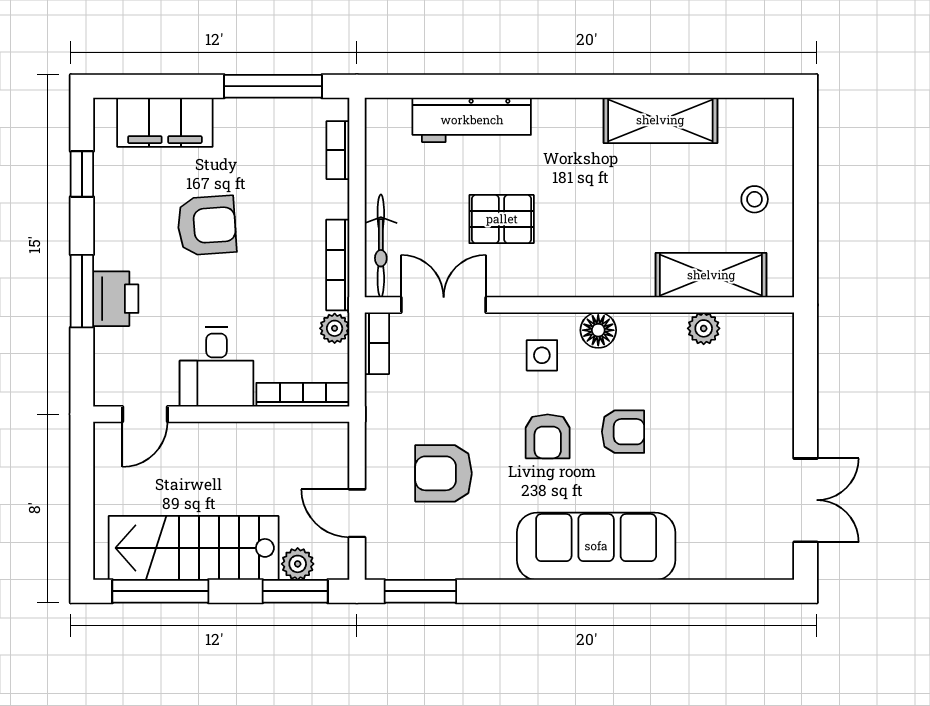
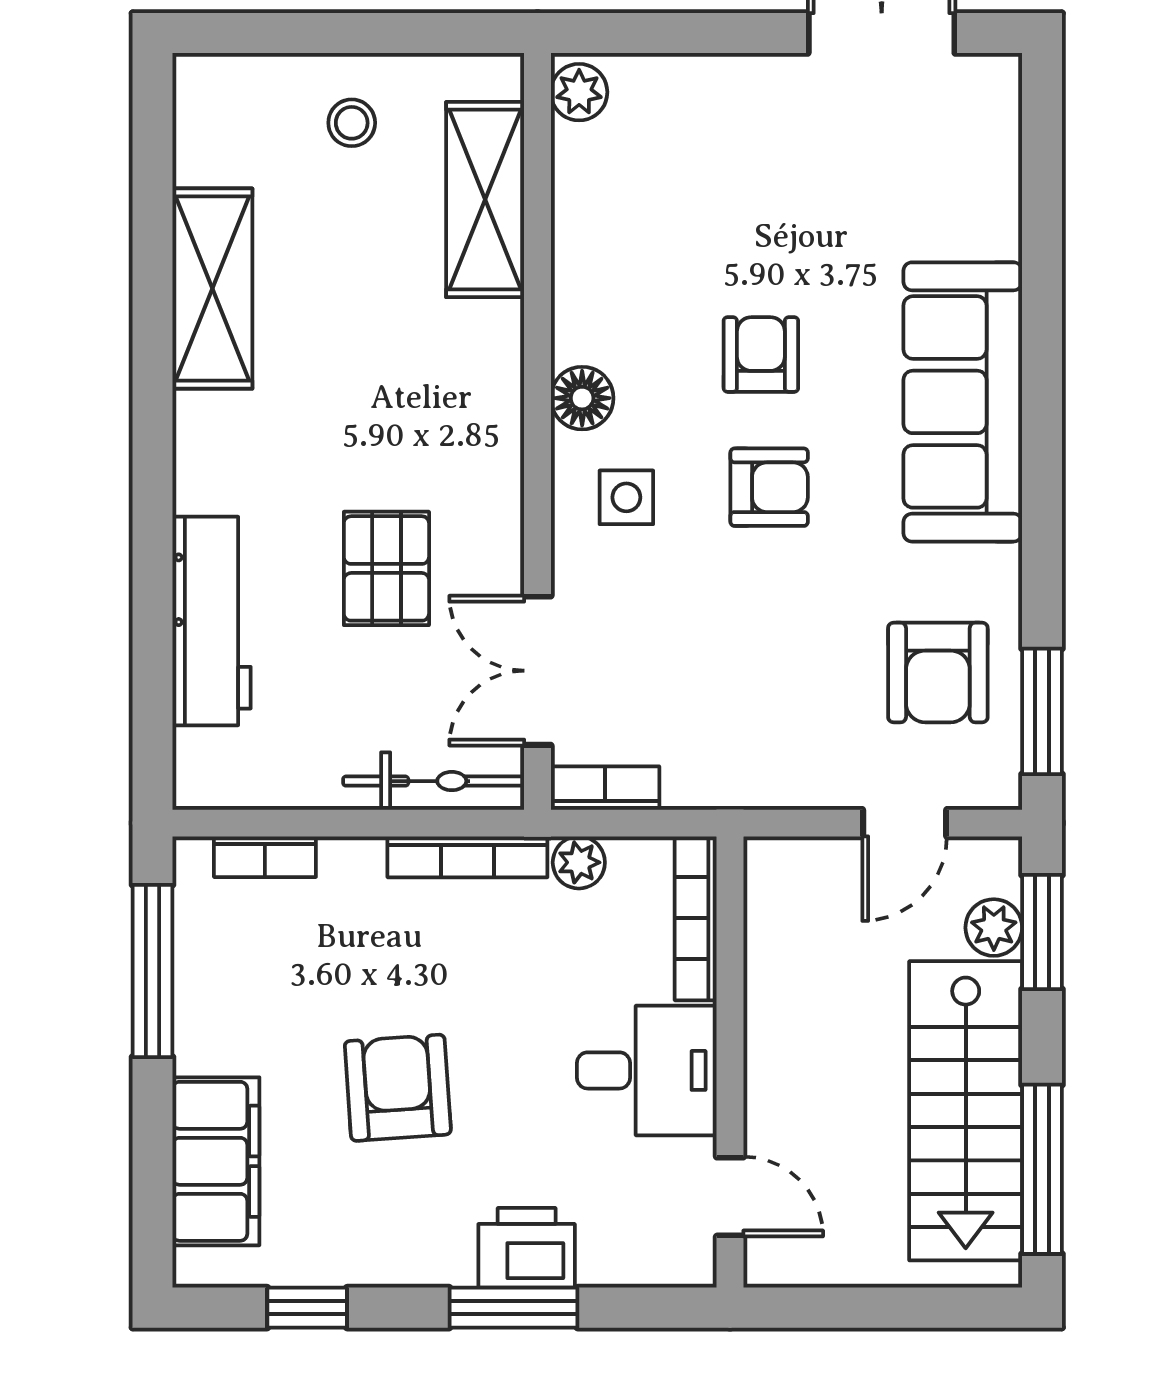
plant: (704, 328) -> (579, 92), moved
armchair: (443, 473) -> (938, 673), moved

